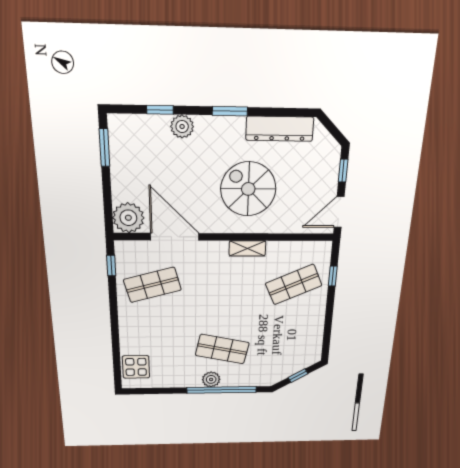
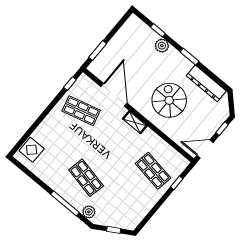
window: (104, 148) -> (98, 50), moved
plant: (128, 218) -> (100, 67), removed
shelving: (247, 248) -> (135, 122), moved
shop shelf: (294, 284) -> (153, 171), turned 33
plant: (211, 379) -> (89, 212), moved
window: (222, 390) -> (65, 203), width x0.68

